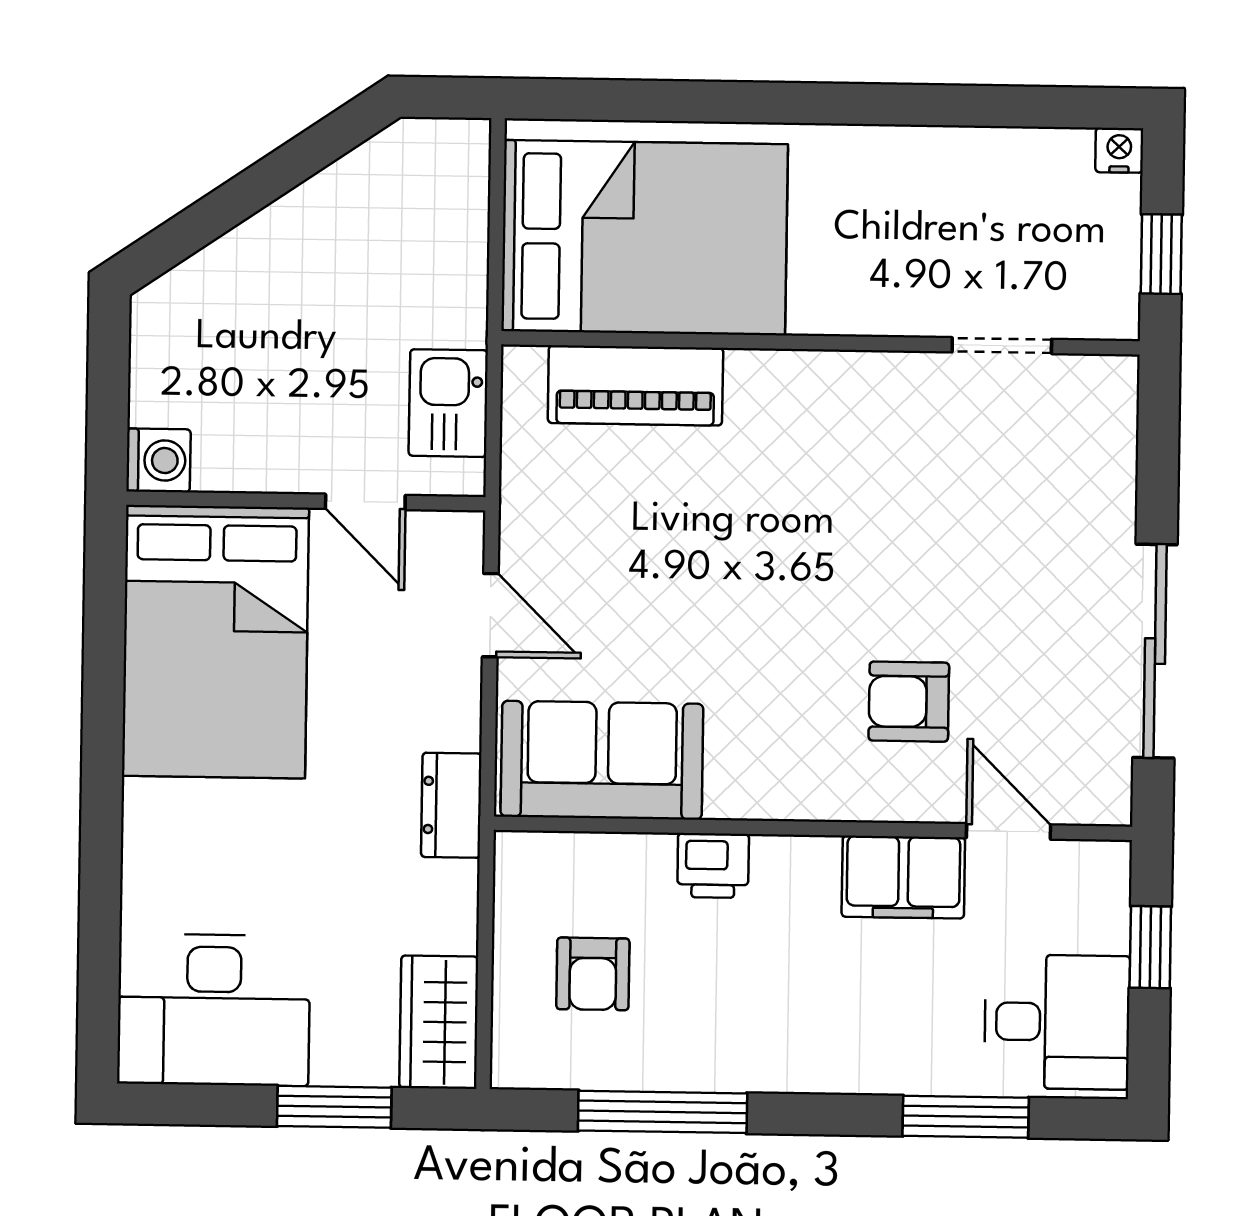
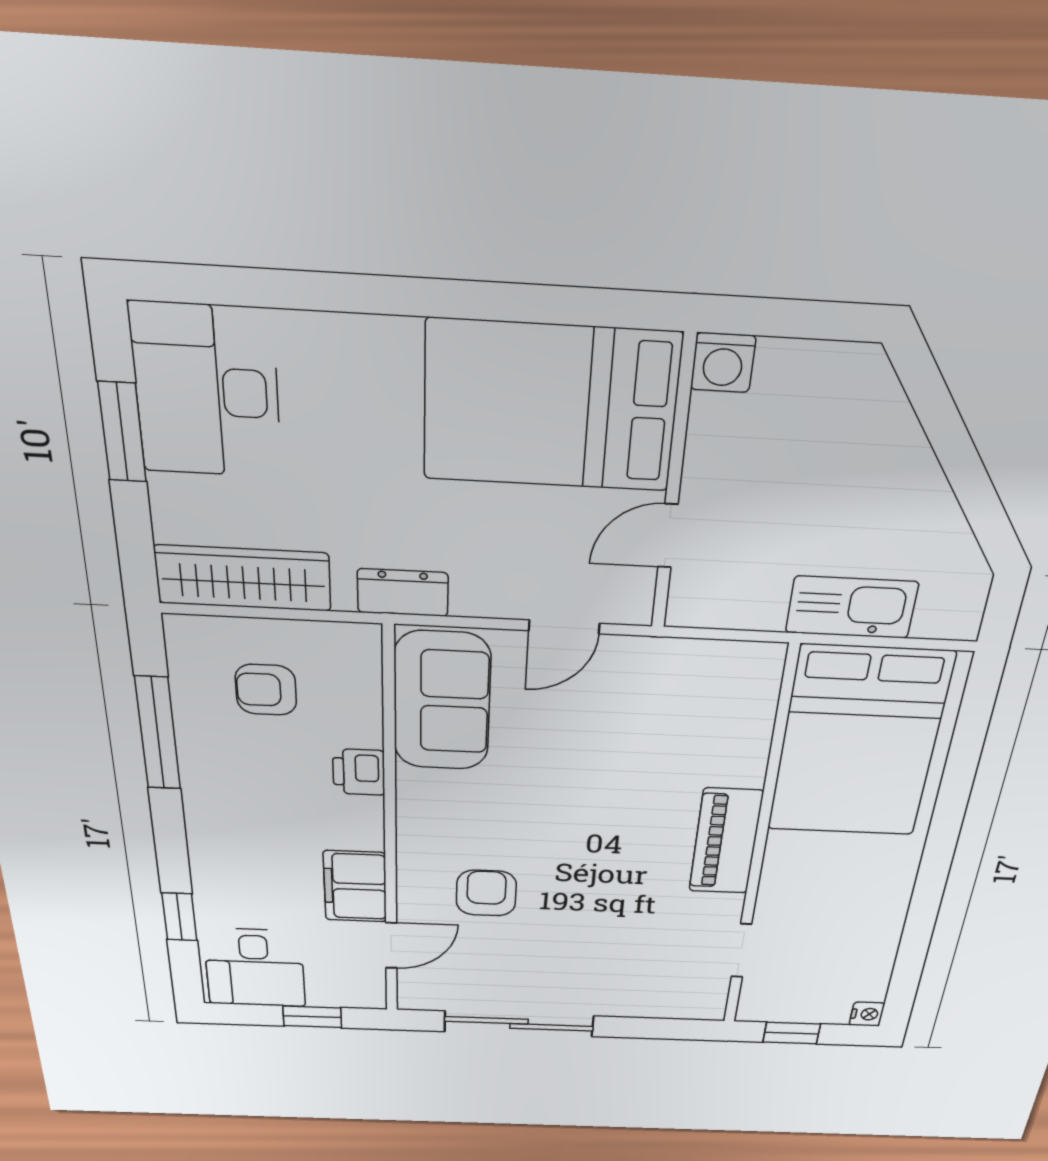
piano: (635, 385) -> (726, 841), moved
kitchen sink: (448, 403) -> (852, 607), moved, width x1.38
wardrobe: (439, 1022) -> (243, 578), width x1.50
window: (334, 1107) -> (122, 432), moved
window: (966, 1117) -> (179, 917), width x0.67

